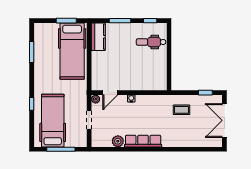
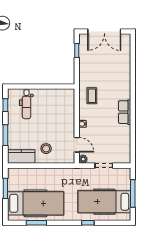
hospital bed: (72, 51) -> (36, 203), moved
stool: (106, 62) -> (46, 149), added
coffee table: (181, 110) -> (92, 96), moved
plant: (118, 141) -> (125, 137), removed
row of seats: (143, 141) -> (125, 112), width x0.68

